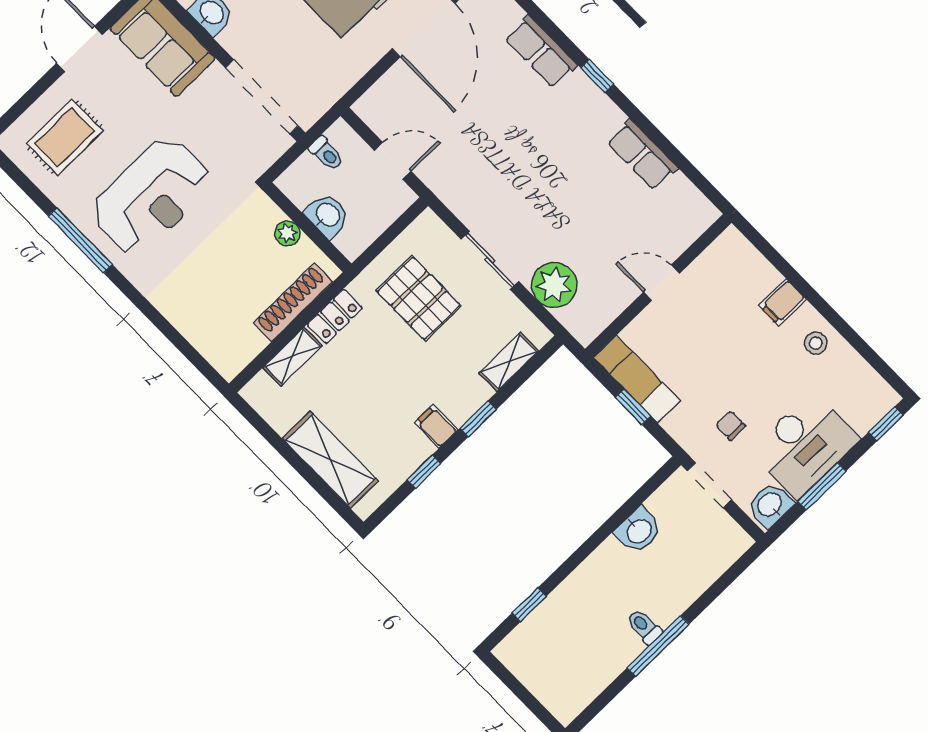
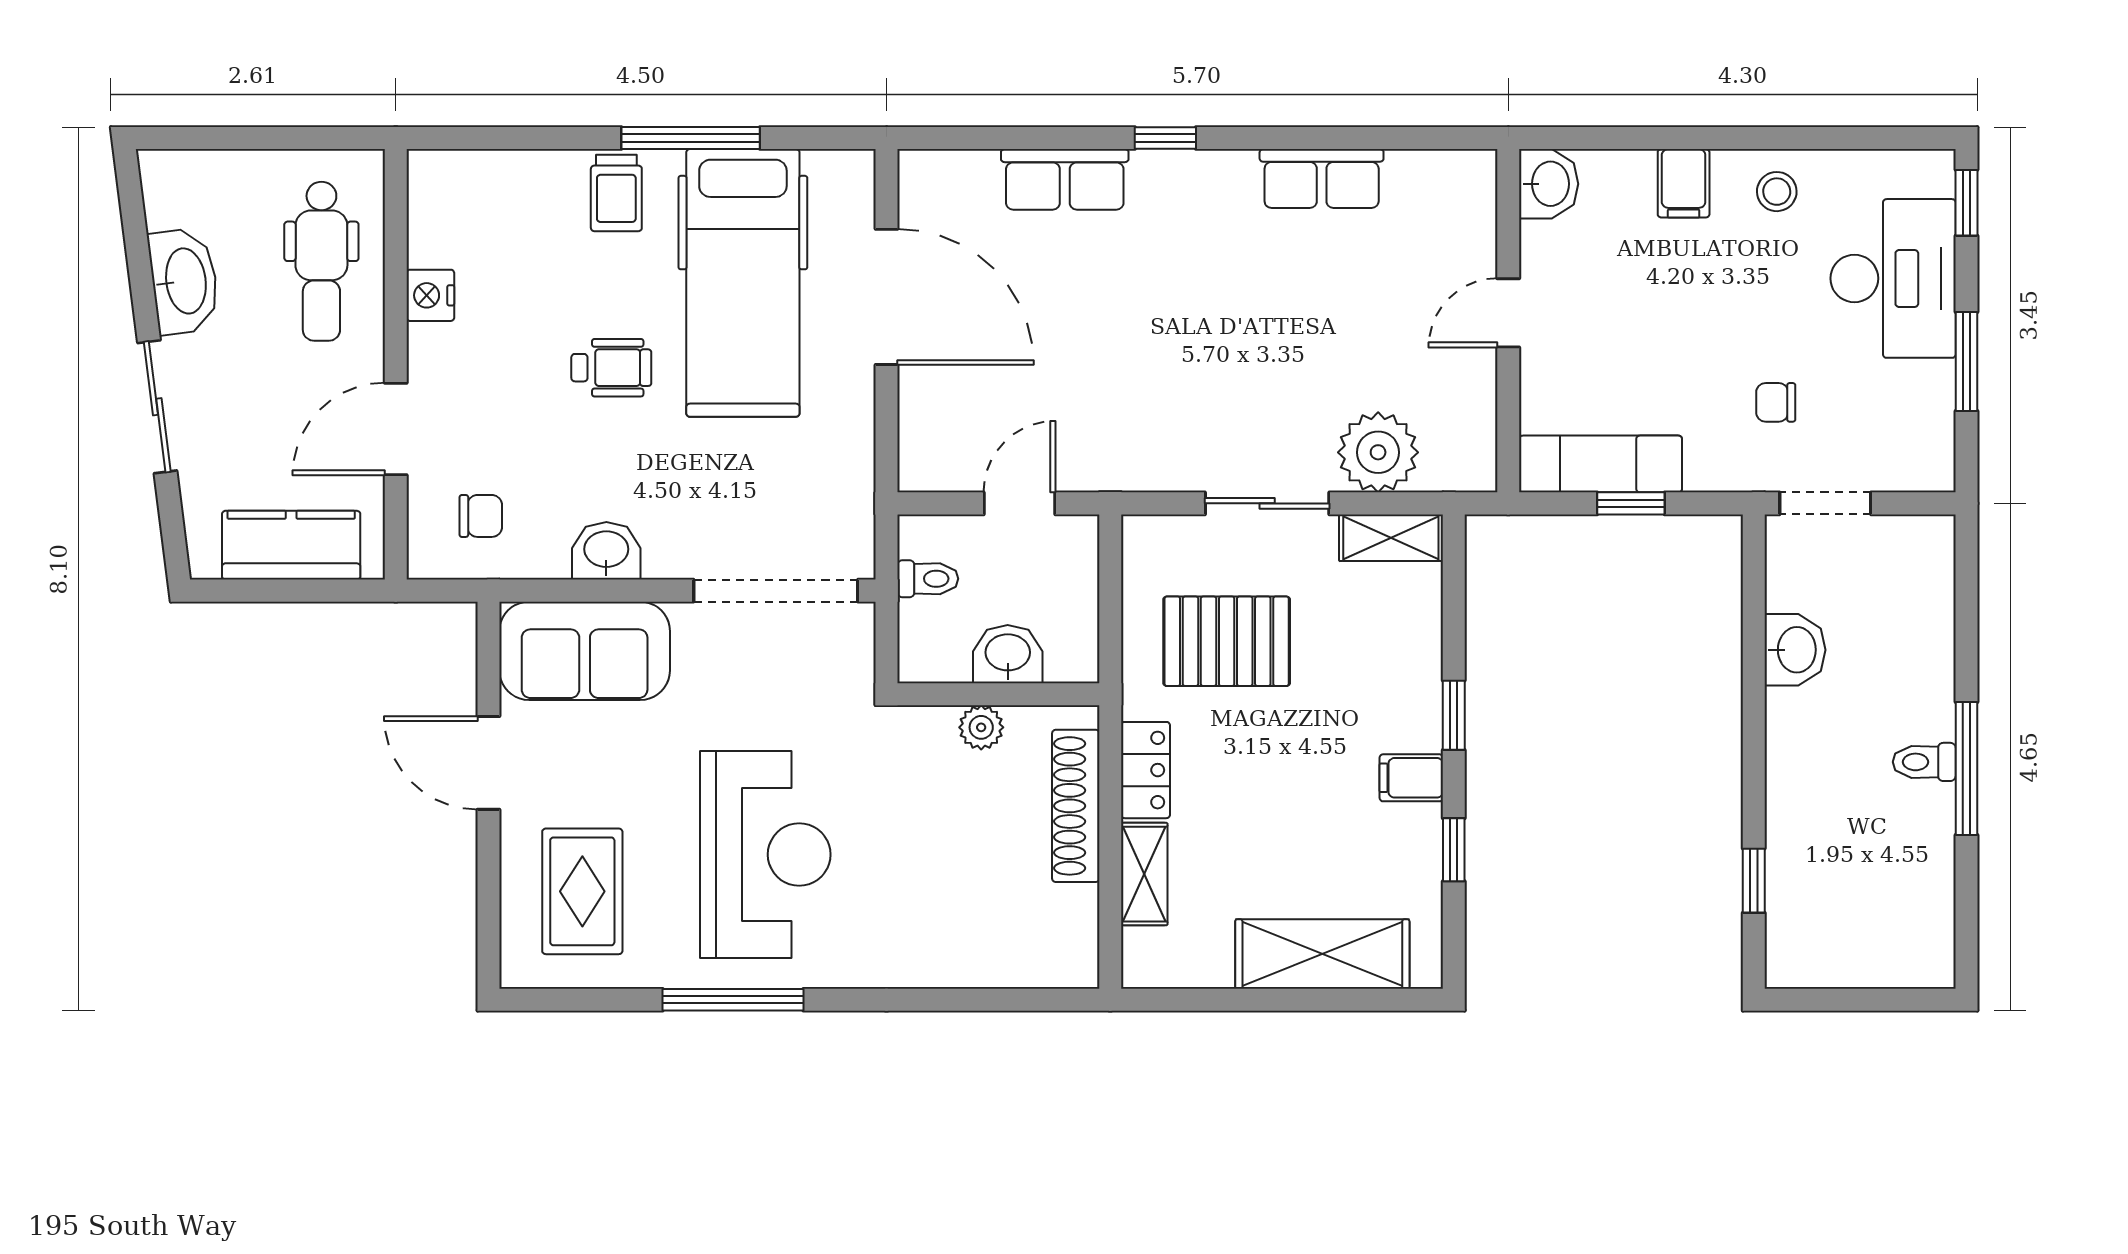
shelving: (509, 362) -> (1391, 538), moved, turned 90
desk: (805, 445) -> (1893, 278), moved
washbasin: (770, 505) -> (1549, 184), moved, turned 180

